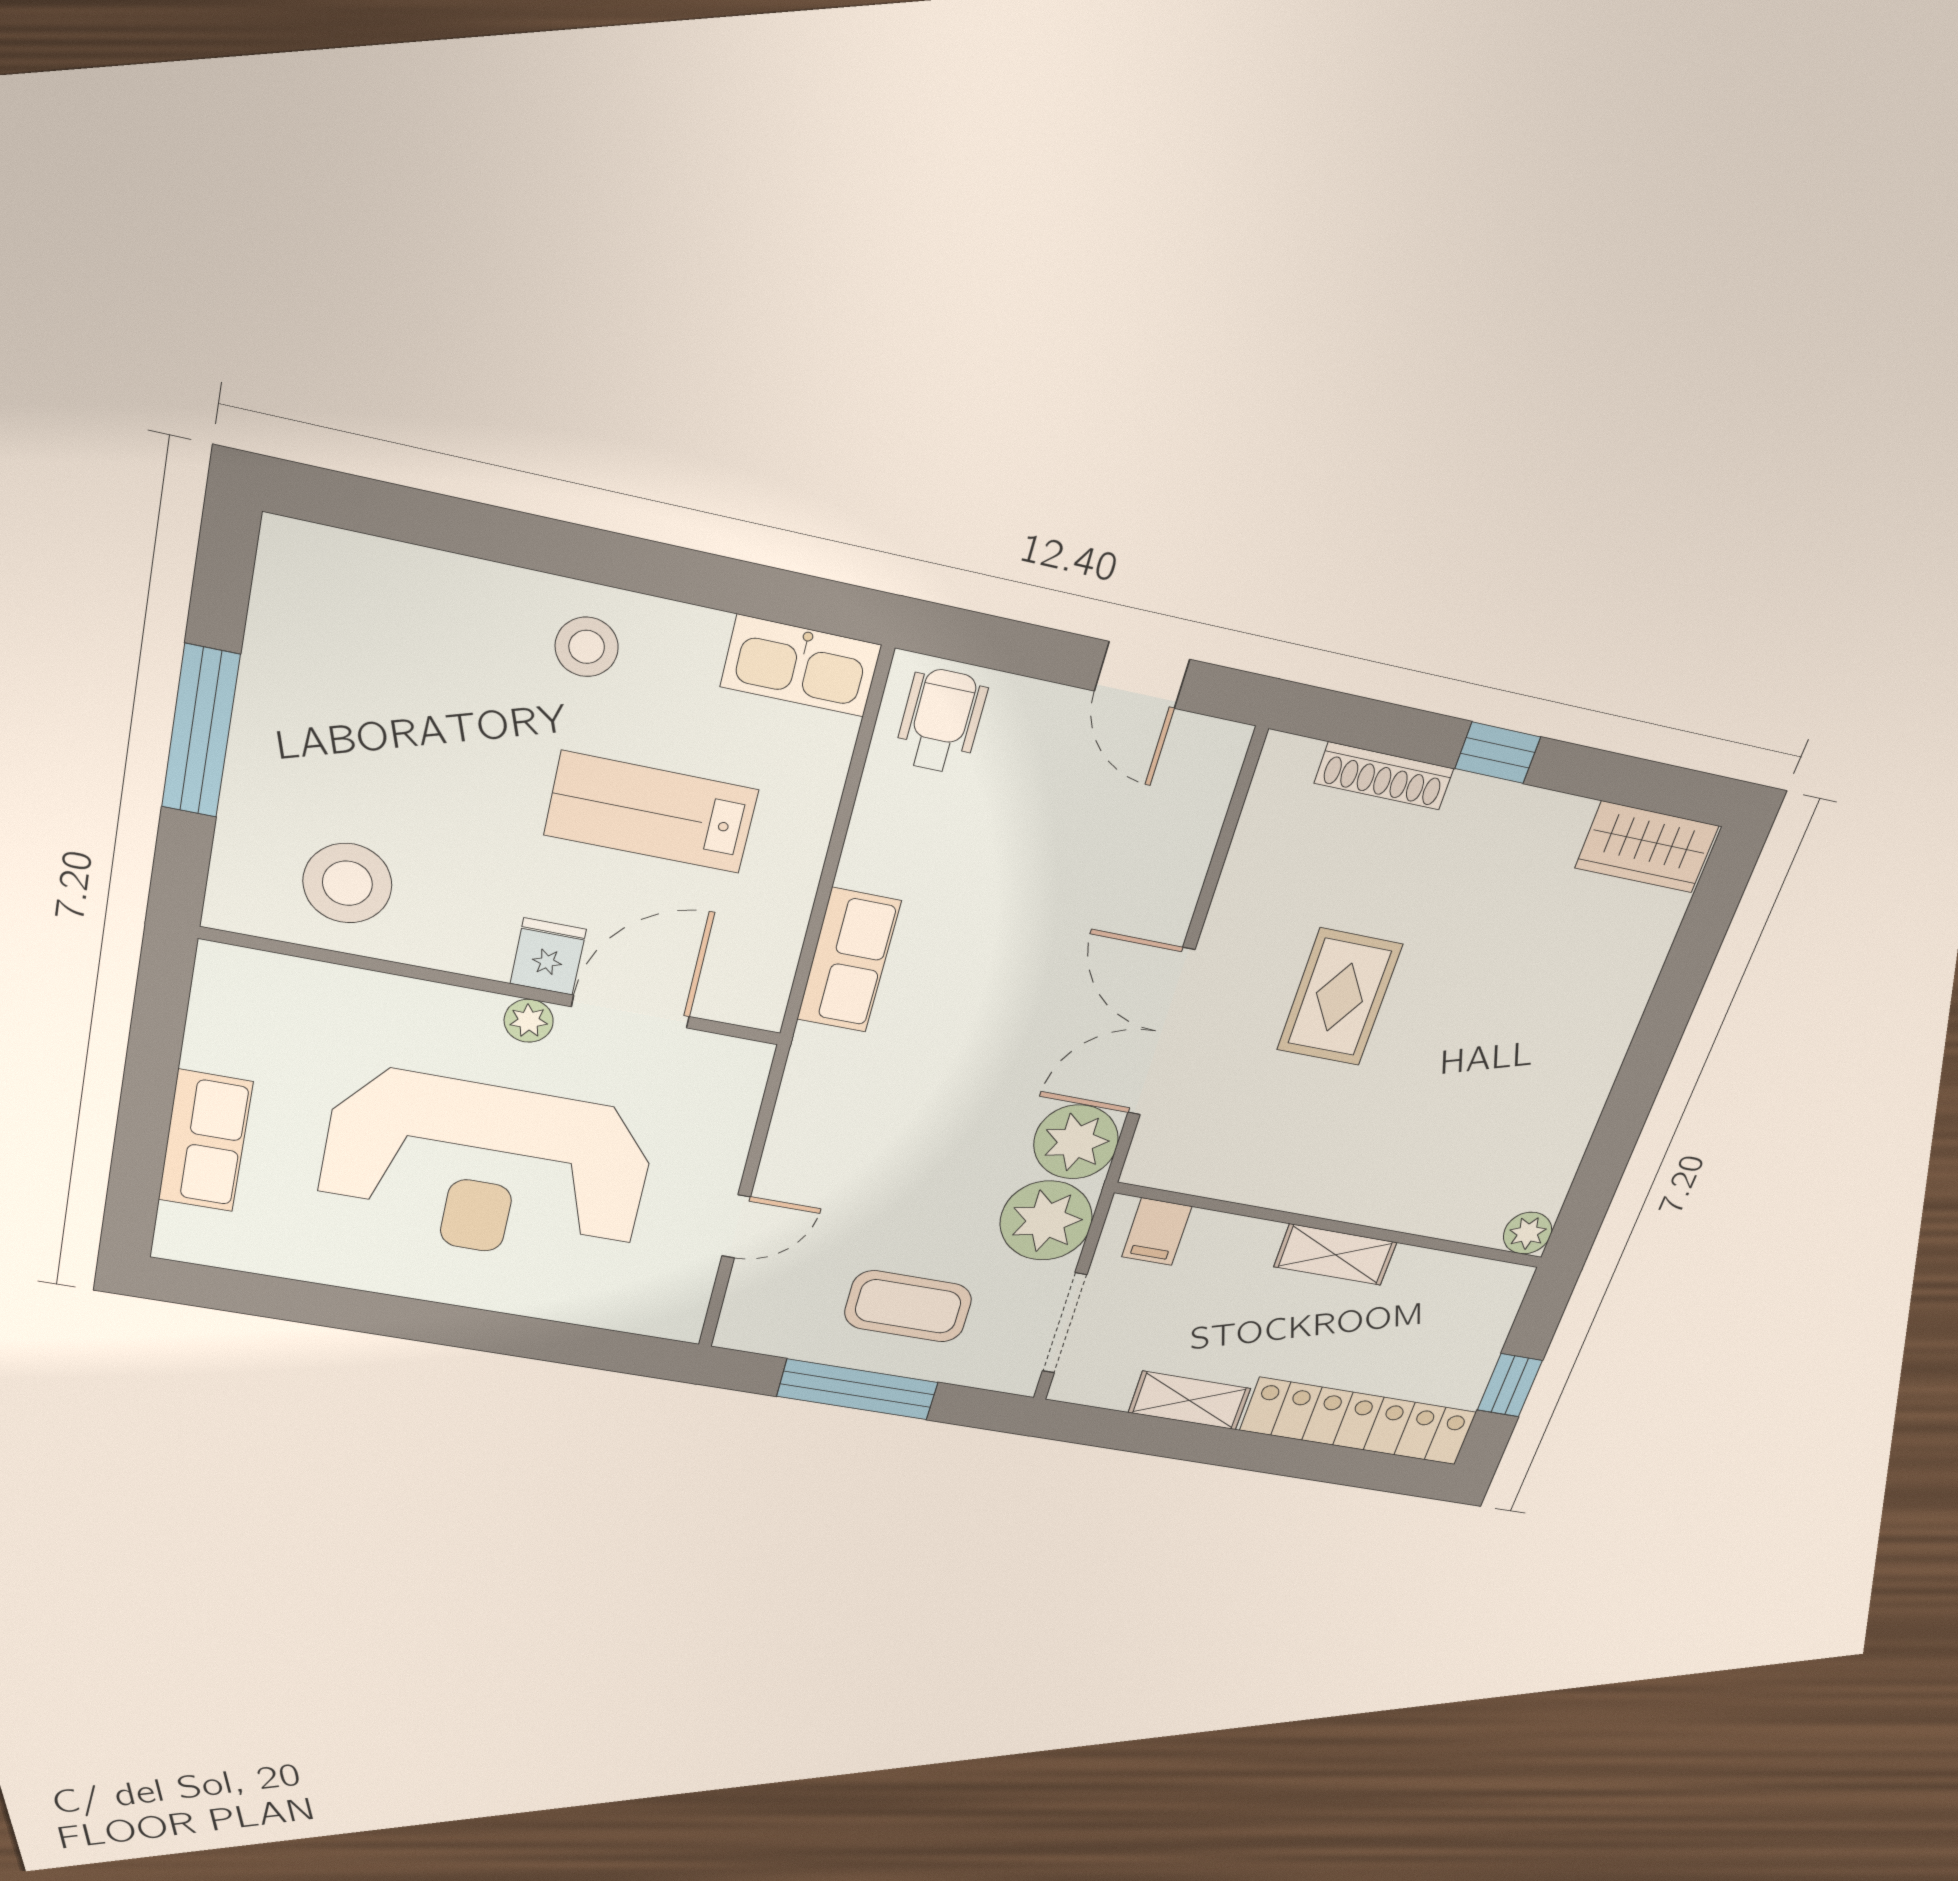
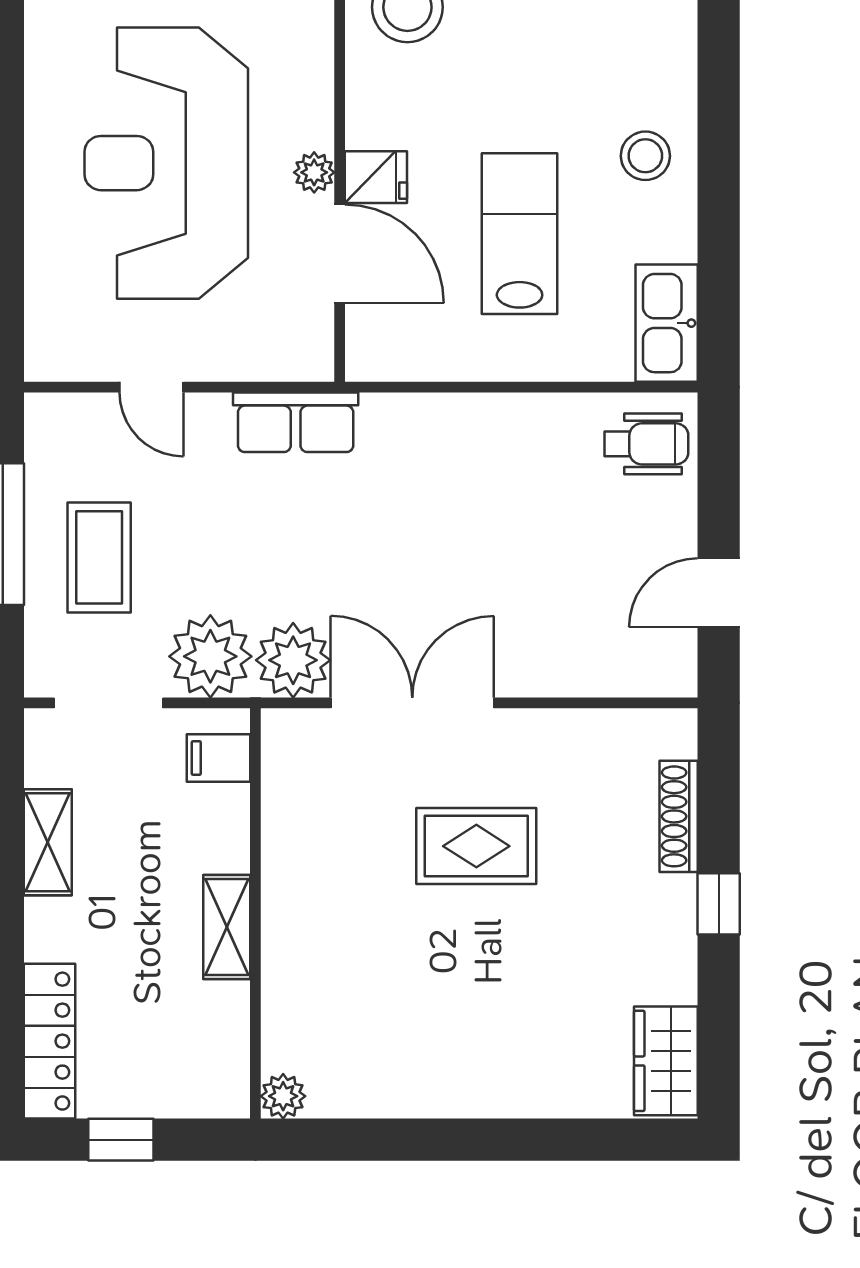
row of seats: (849, 960) -> (296, 422), moved
locker: (1358, 1421) -> (50, 1041), width x0.71, depth x0.83

